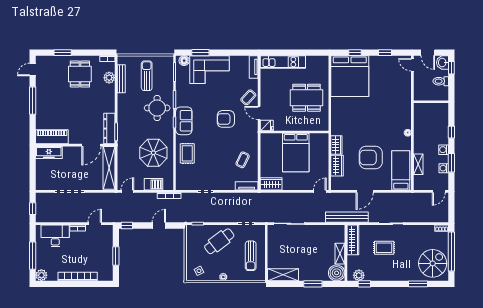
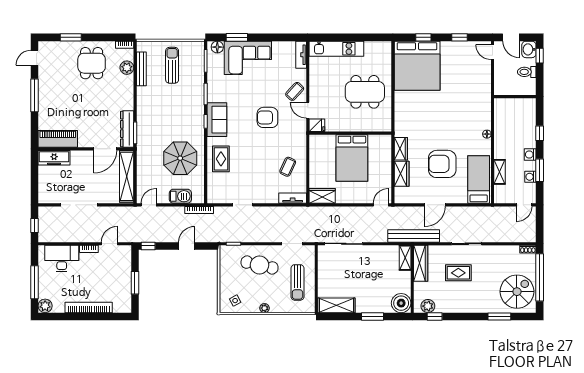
round table: (157, 108) -> (185, 104), removed
cafe table: (219, 241) -> (260, 265), turned 50
shelving: (340, 254) -> (405, 258), moved

